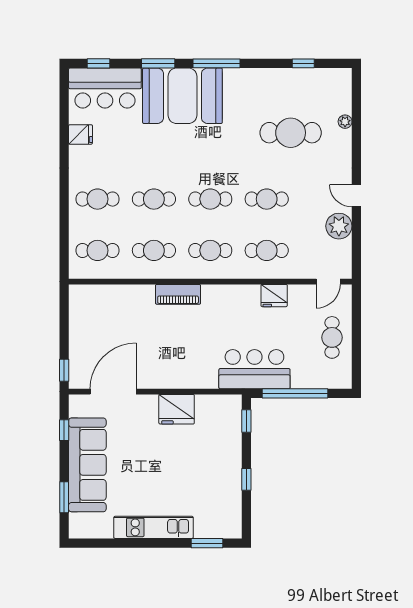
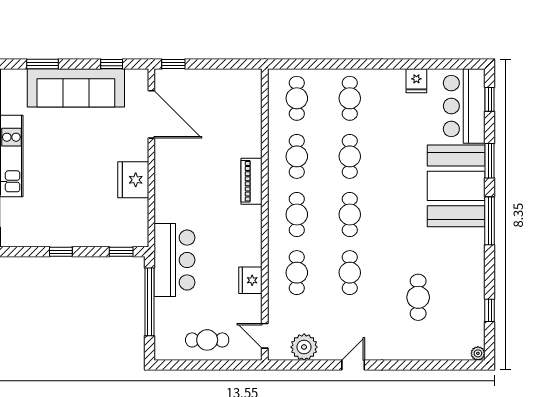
plant: (345, 122) -> (478, 353), moved
cafe table: (291, 133) -> (418, 297), width x0.73, depth x0.74
plant: (339, 226) -> (304, 347), moved

